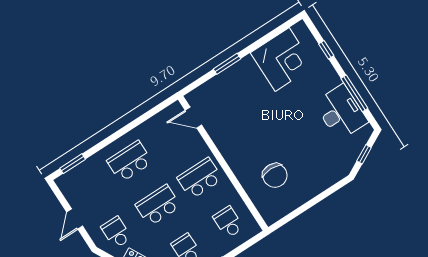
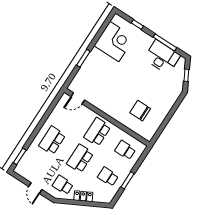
chair: (275, 175) -> (140, 111), turned 180

